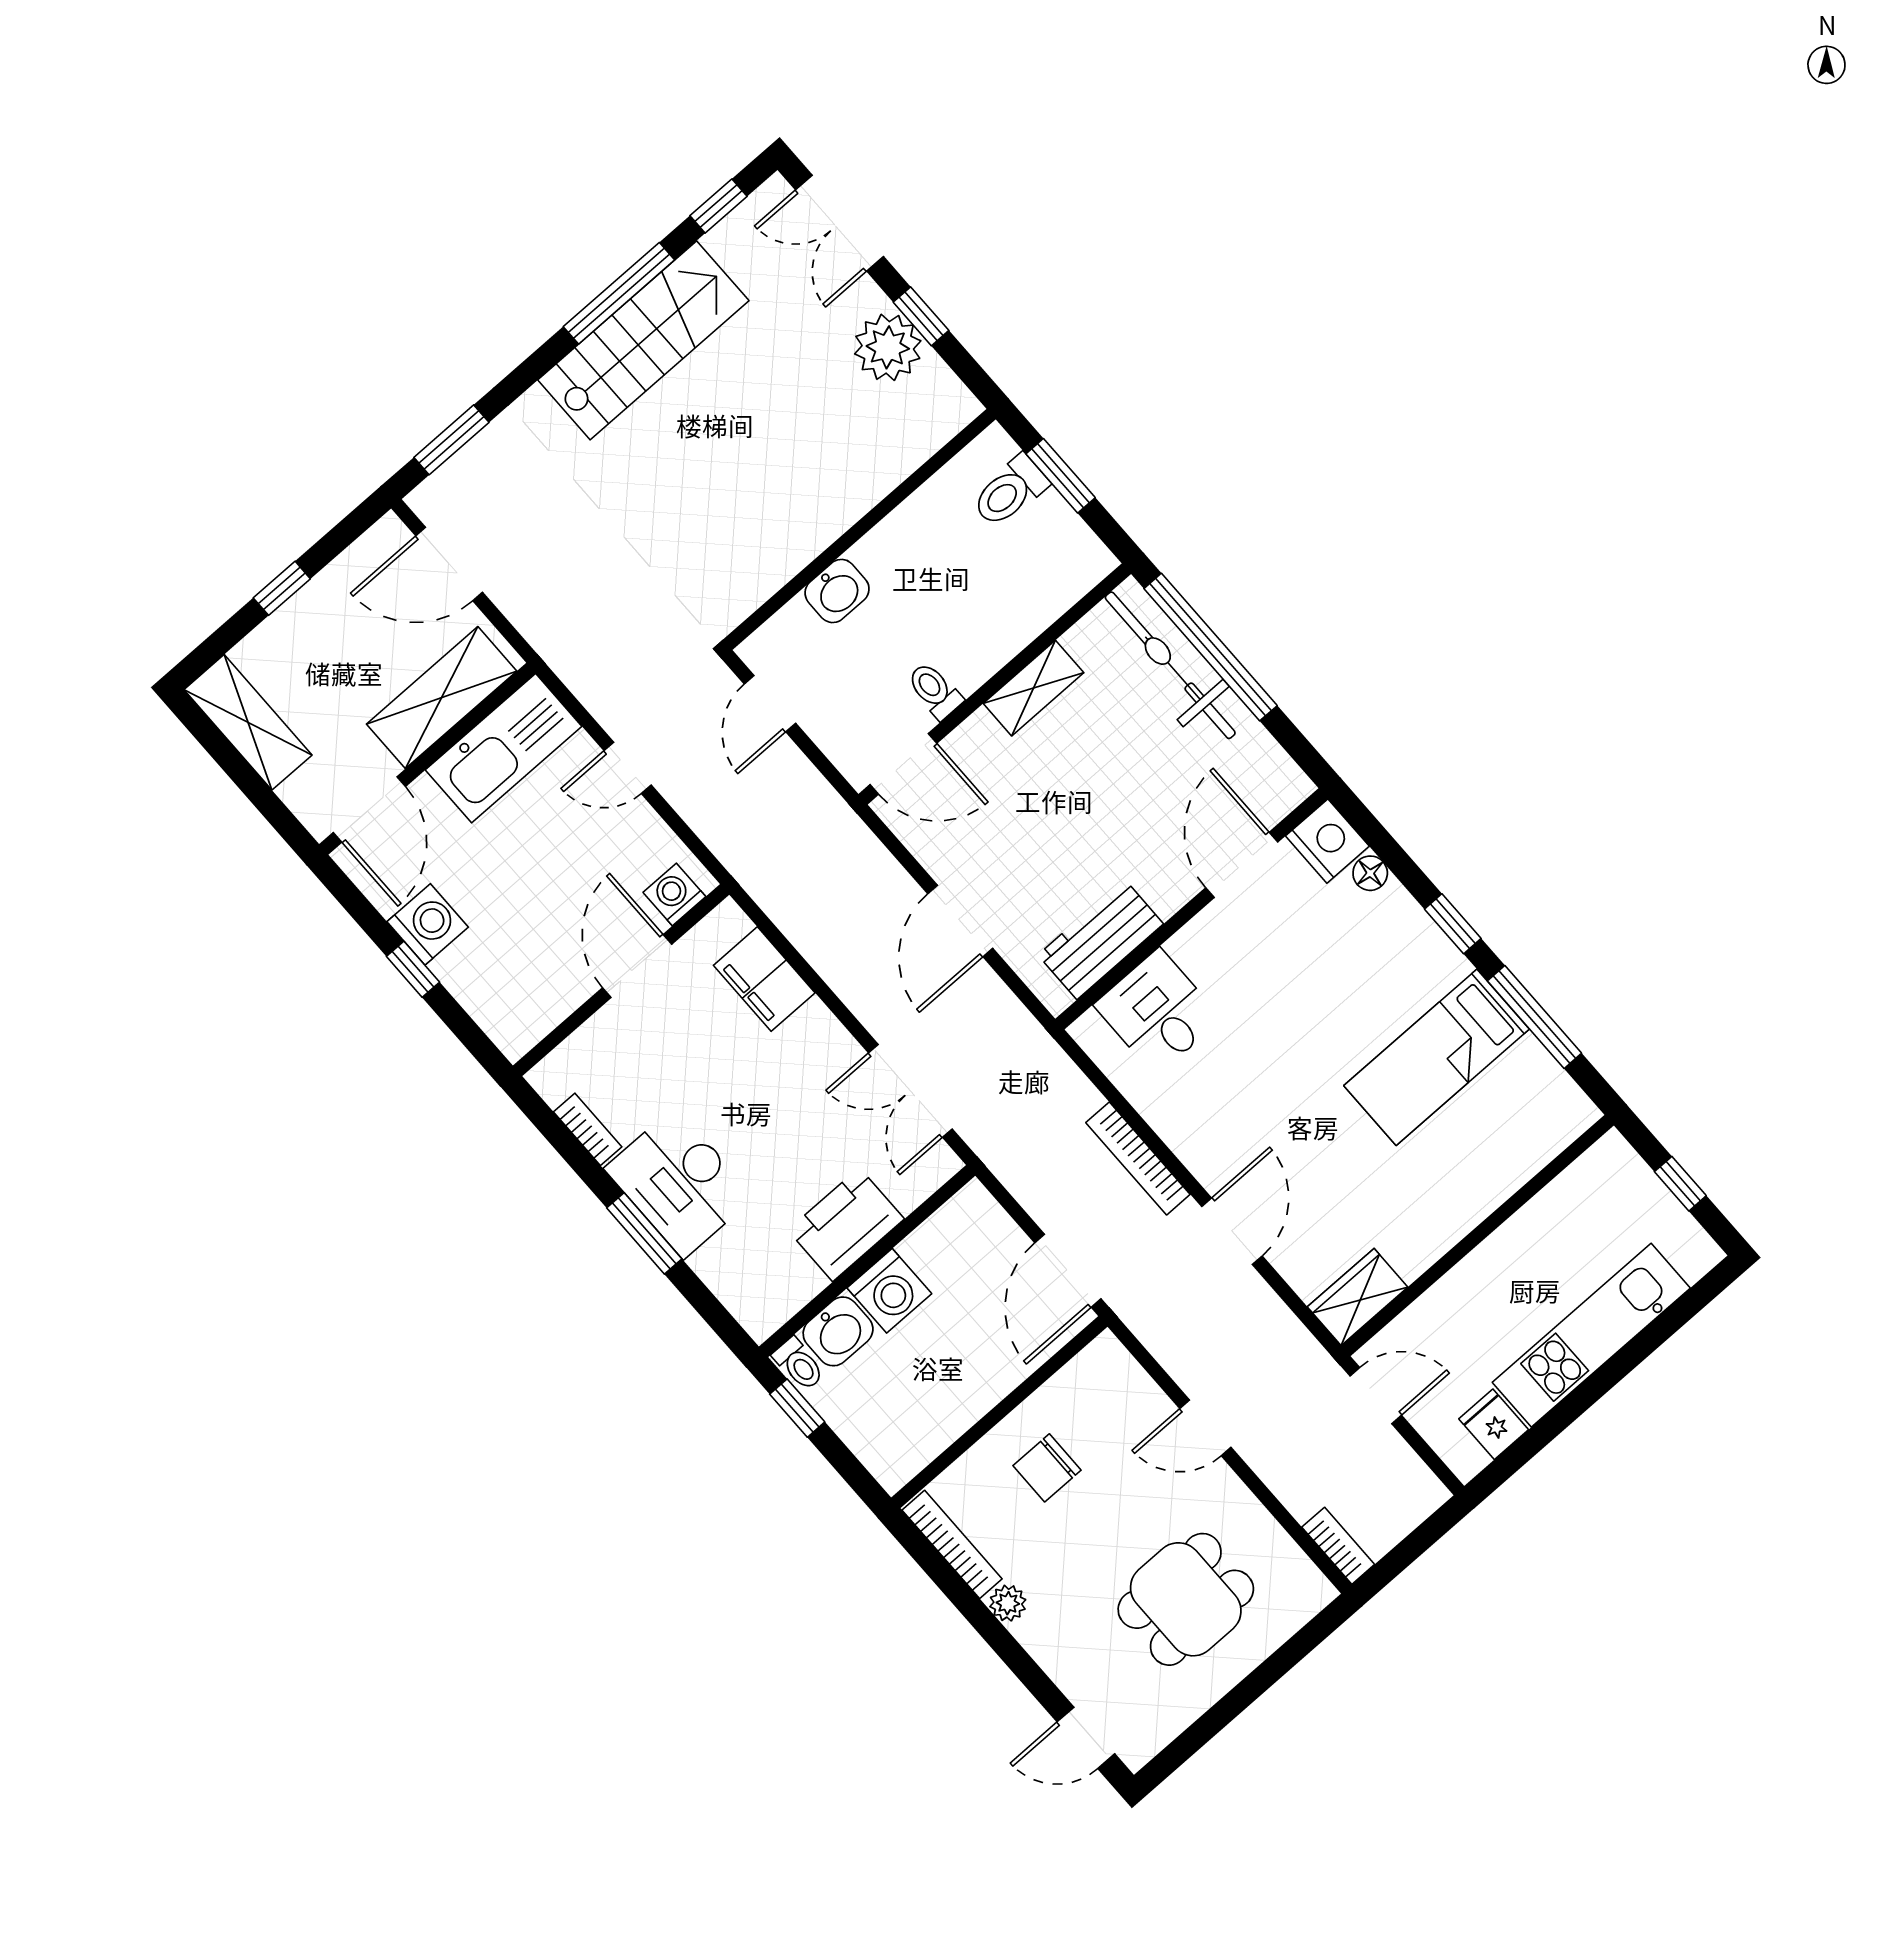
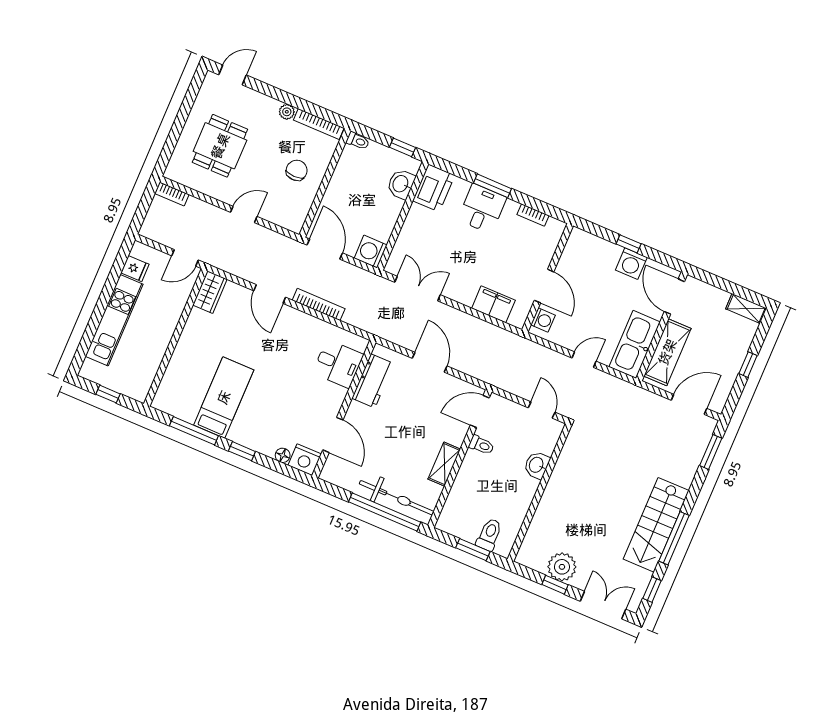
shelving: (248, 722) -> (746, 309), width x0.67, depth x0.75
desk: (679, 1183) -> (482, 209), width x0.73
printer: (846, 1225) -> (434, 188), moved
washing machine: (889, 1291) -> (371, 252), moved
toilet: (799, 1364) -> (358, 141), moved, turned 180

